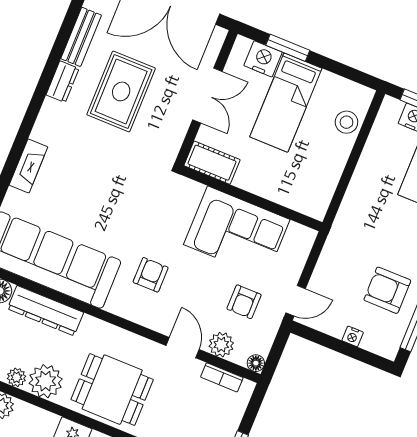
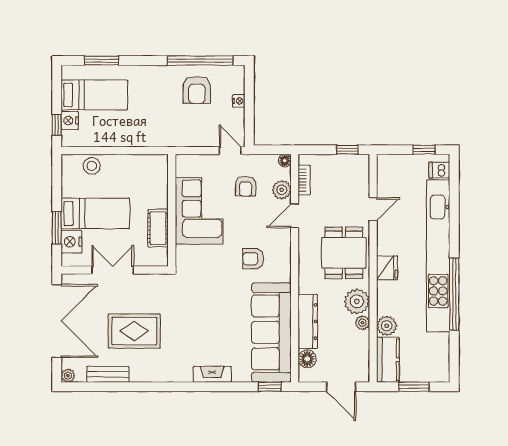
dresser: (63, 82) -> (144, 374), removed
cot: (212, 163) -> (158, 228), moved
armchair: (244, 302) -> (246, 186), turned 90

